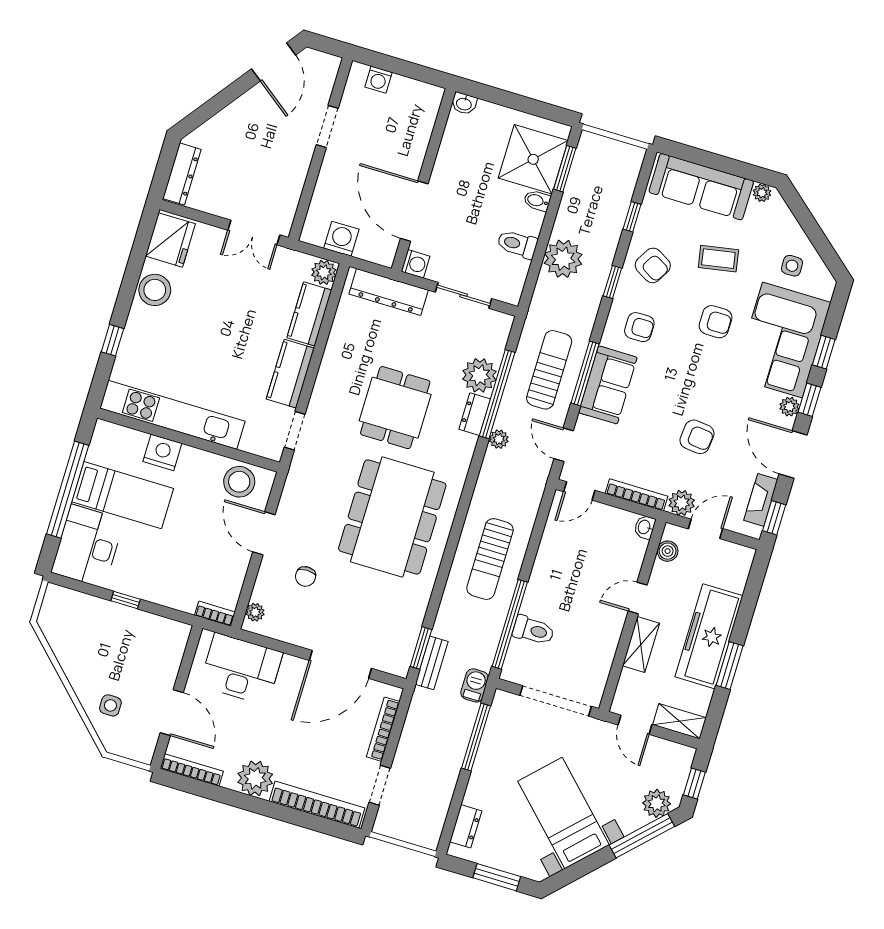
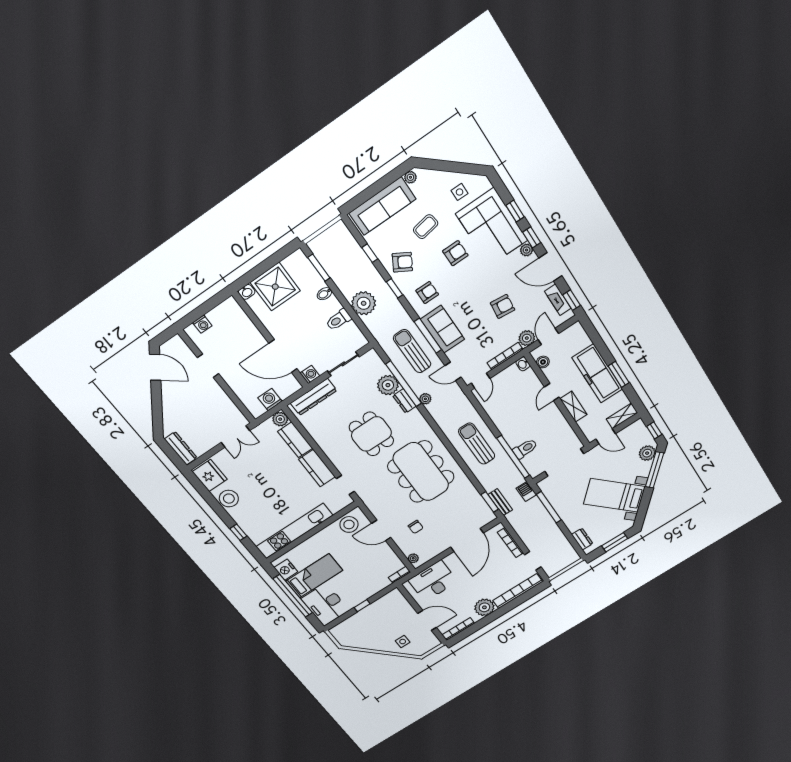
shower: (533, 159) -> (275, 287), moved
nightstand: (162, 452) -> (286, 570), moved, turned -90
sun lounger: (490, 559) -> (477, 444), turned 180

